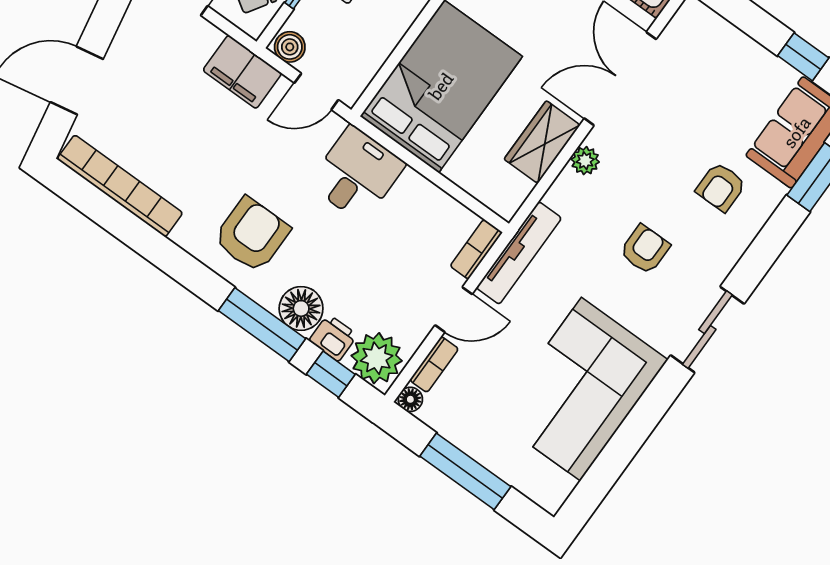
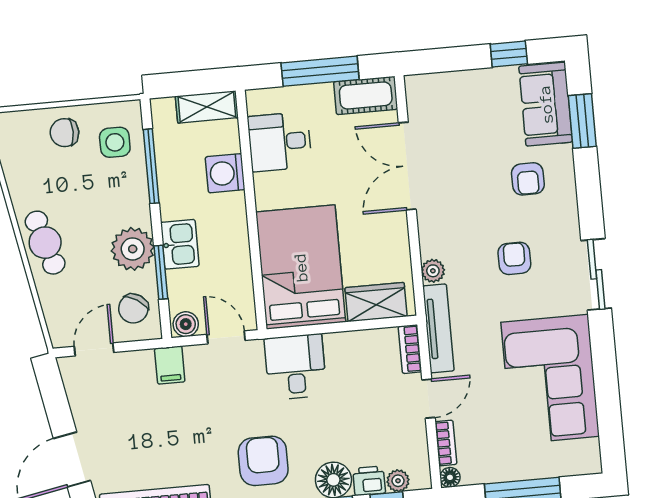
filing cabinet: (242, 72) -> (170, 365), width x0.50
door: (316, 91) -> (226, 337), swing flipped
wardrobe: (542, 142) -> (376, 302), moved, turned 90
plant: (585, 161) -> (433, 271), moved
plant: (377, 358) -> (398, 481), width x0.53, depth x0.53

